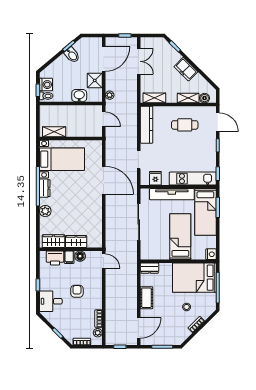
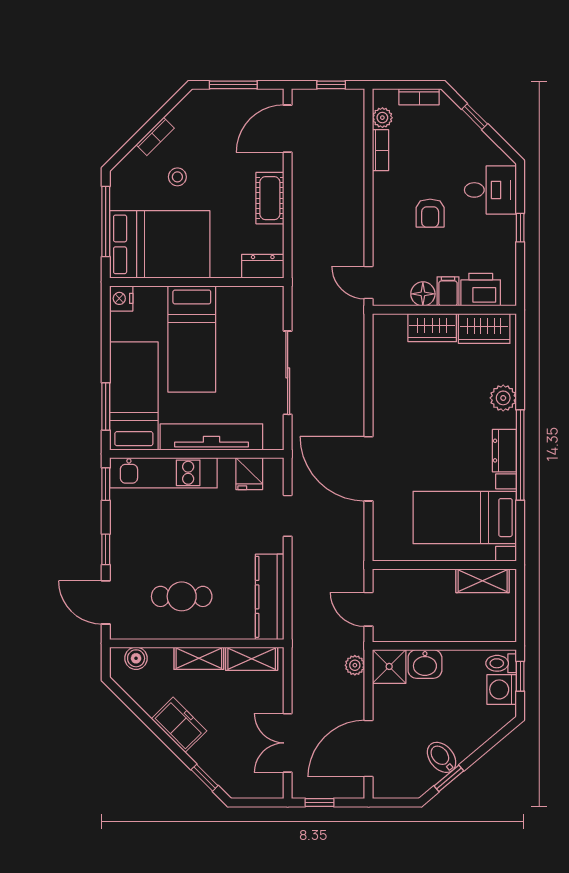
shower: (95, 80) -> (389, 666), moved
shelving: (188, 98) -> (199, 658), moved

